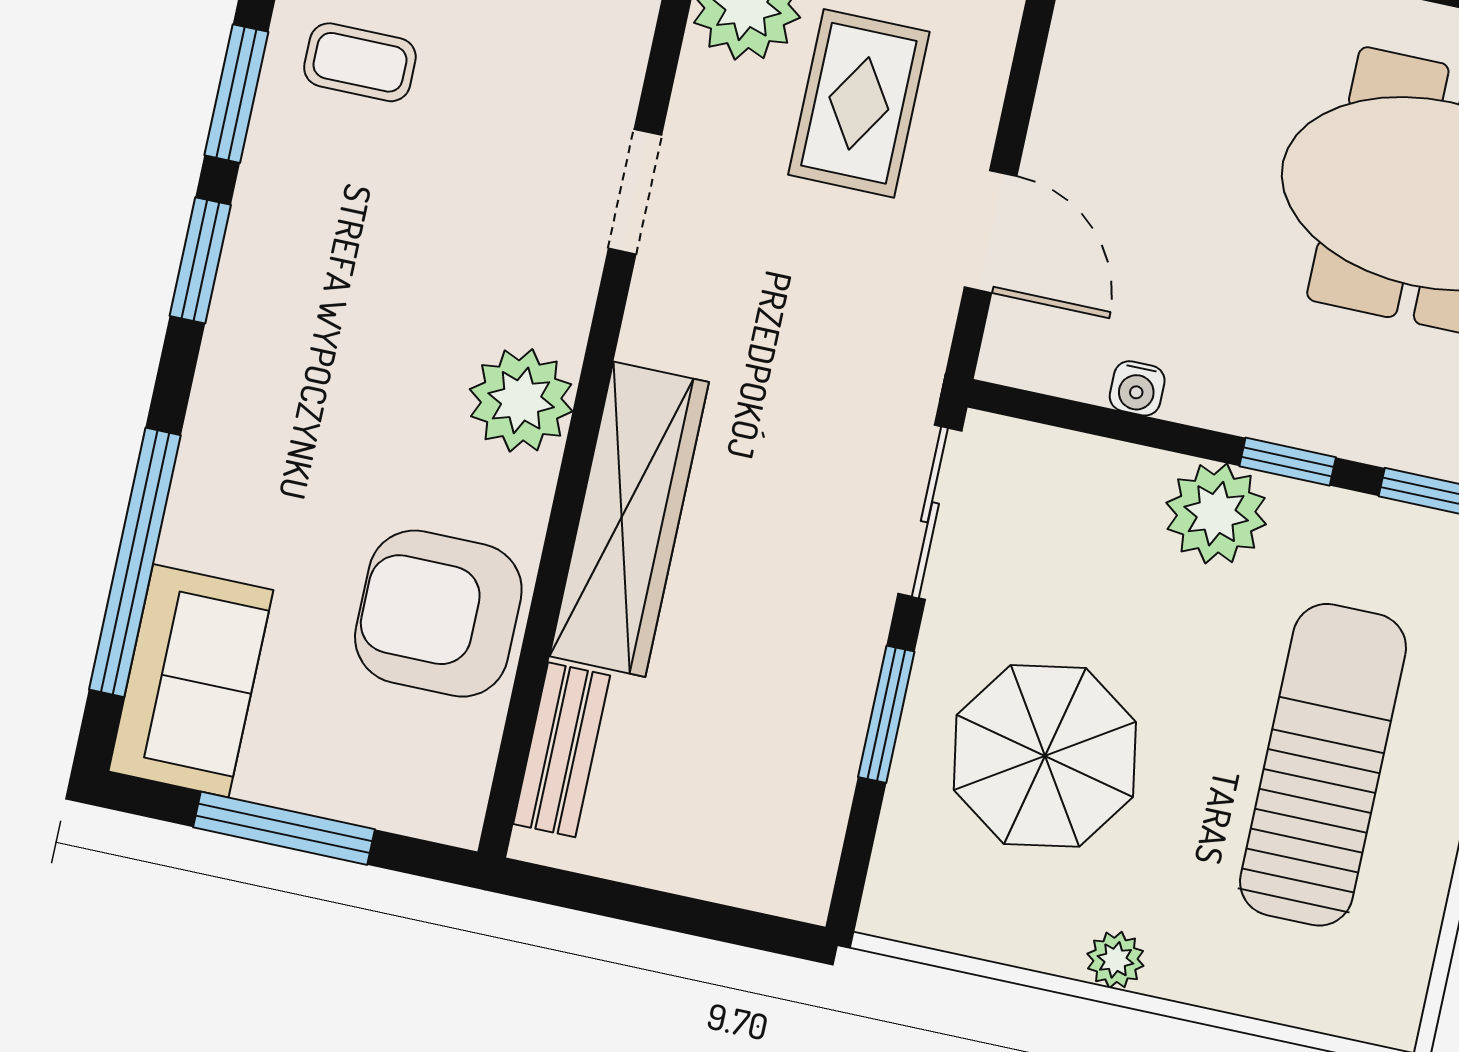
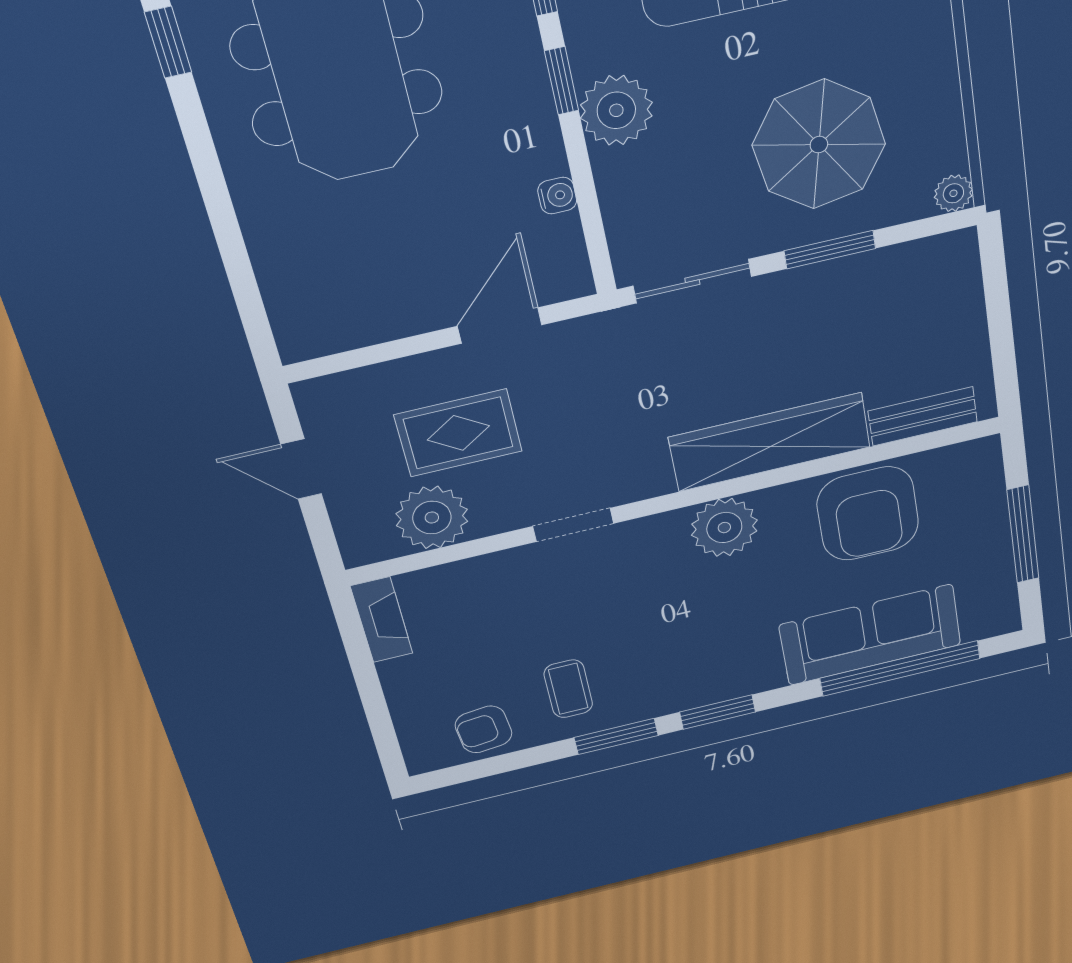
sofa: (191, 681) -> (870, 635), moved, width x1.36
plant: (1115, 960) -> (953, 193), moved

